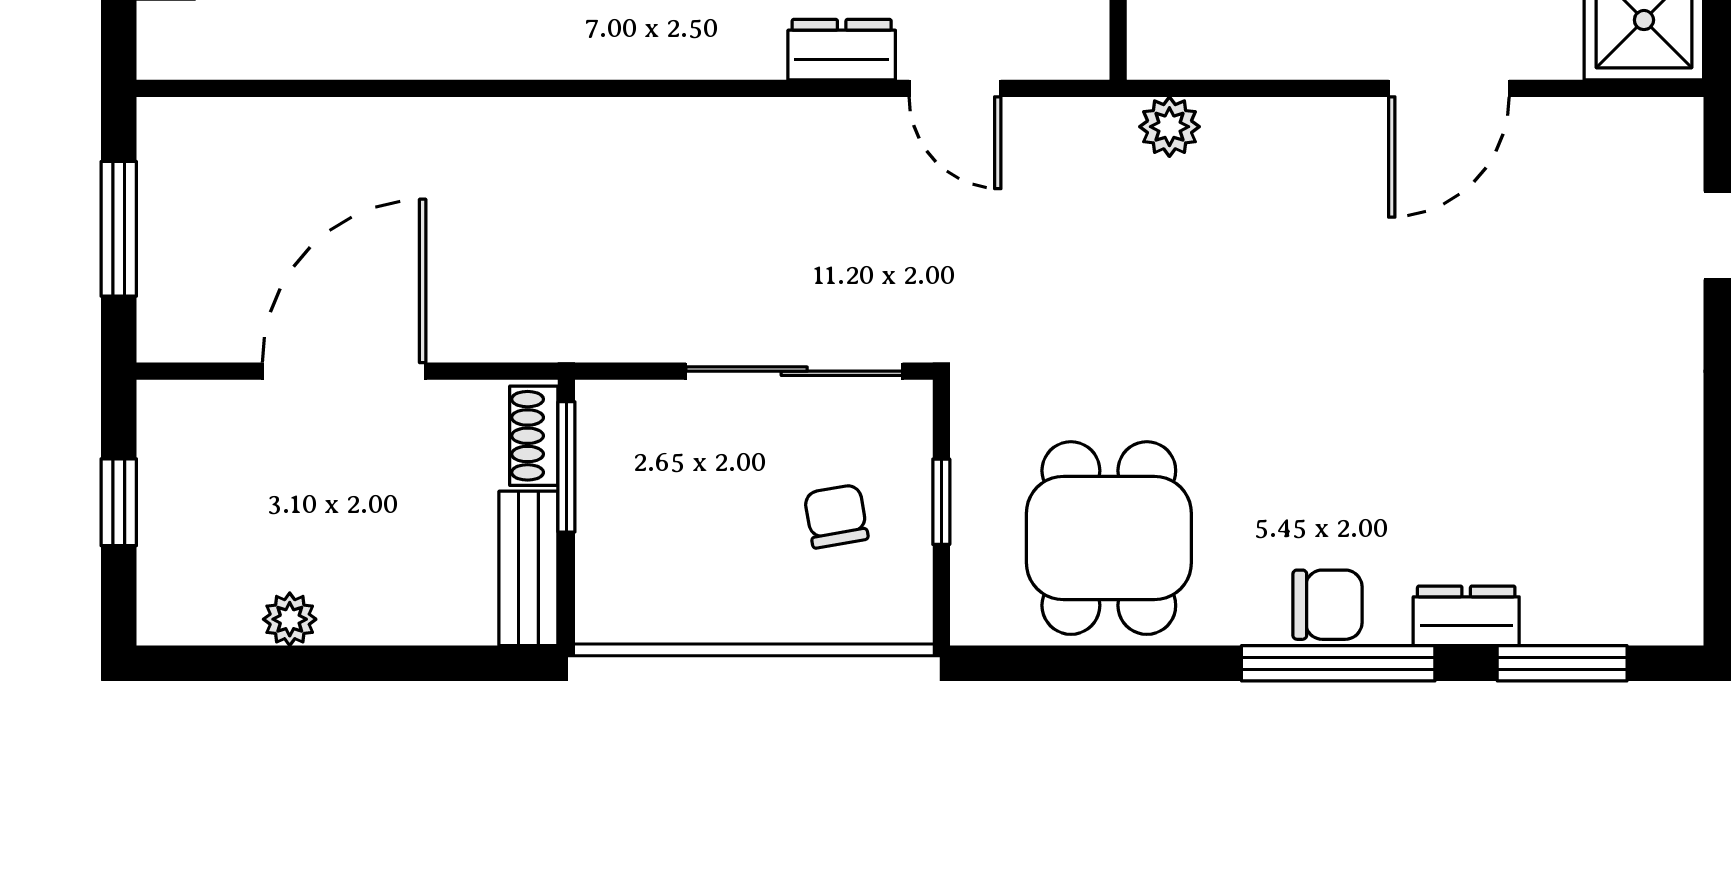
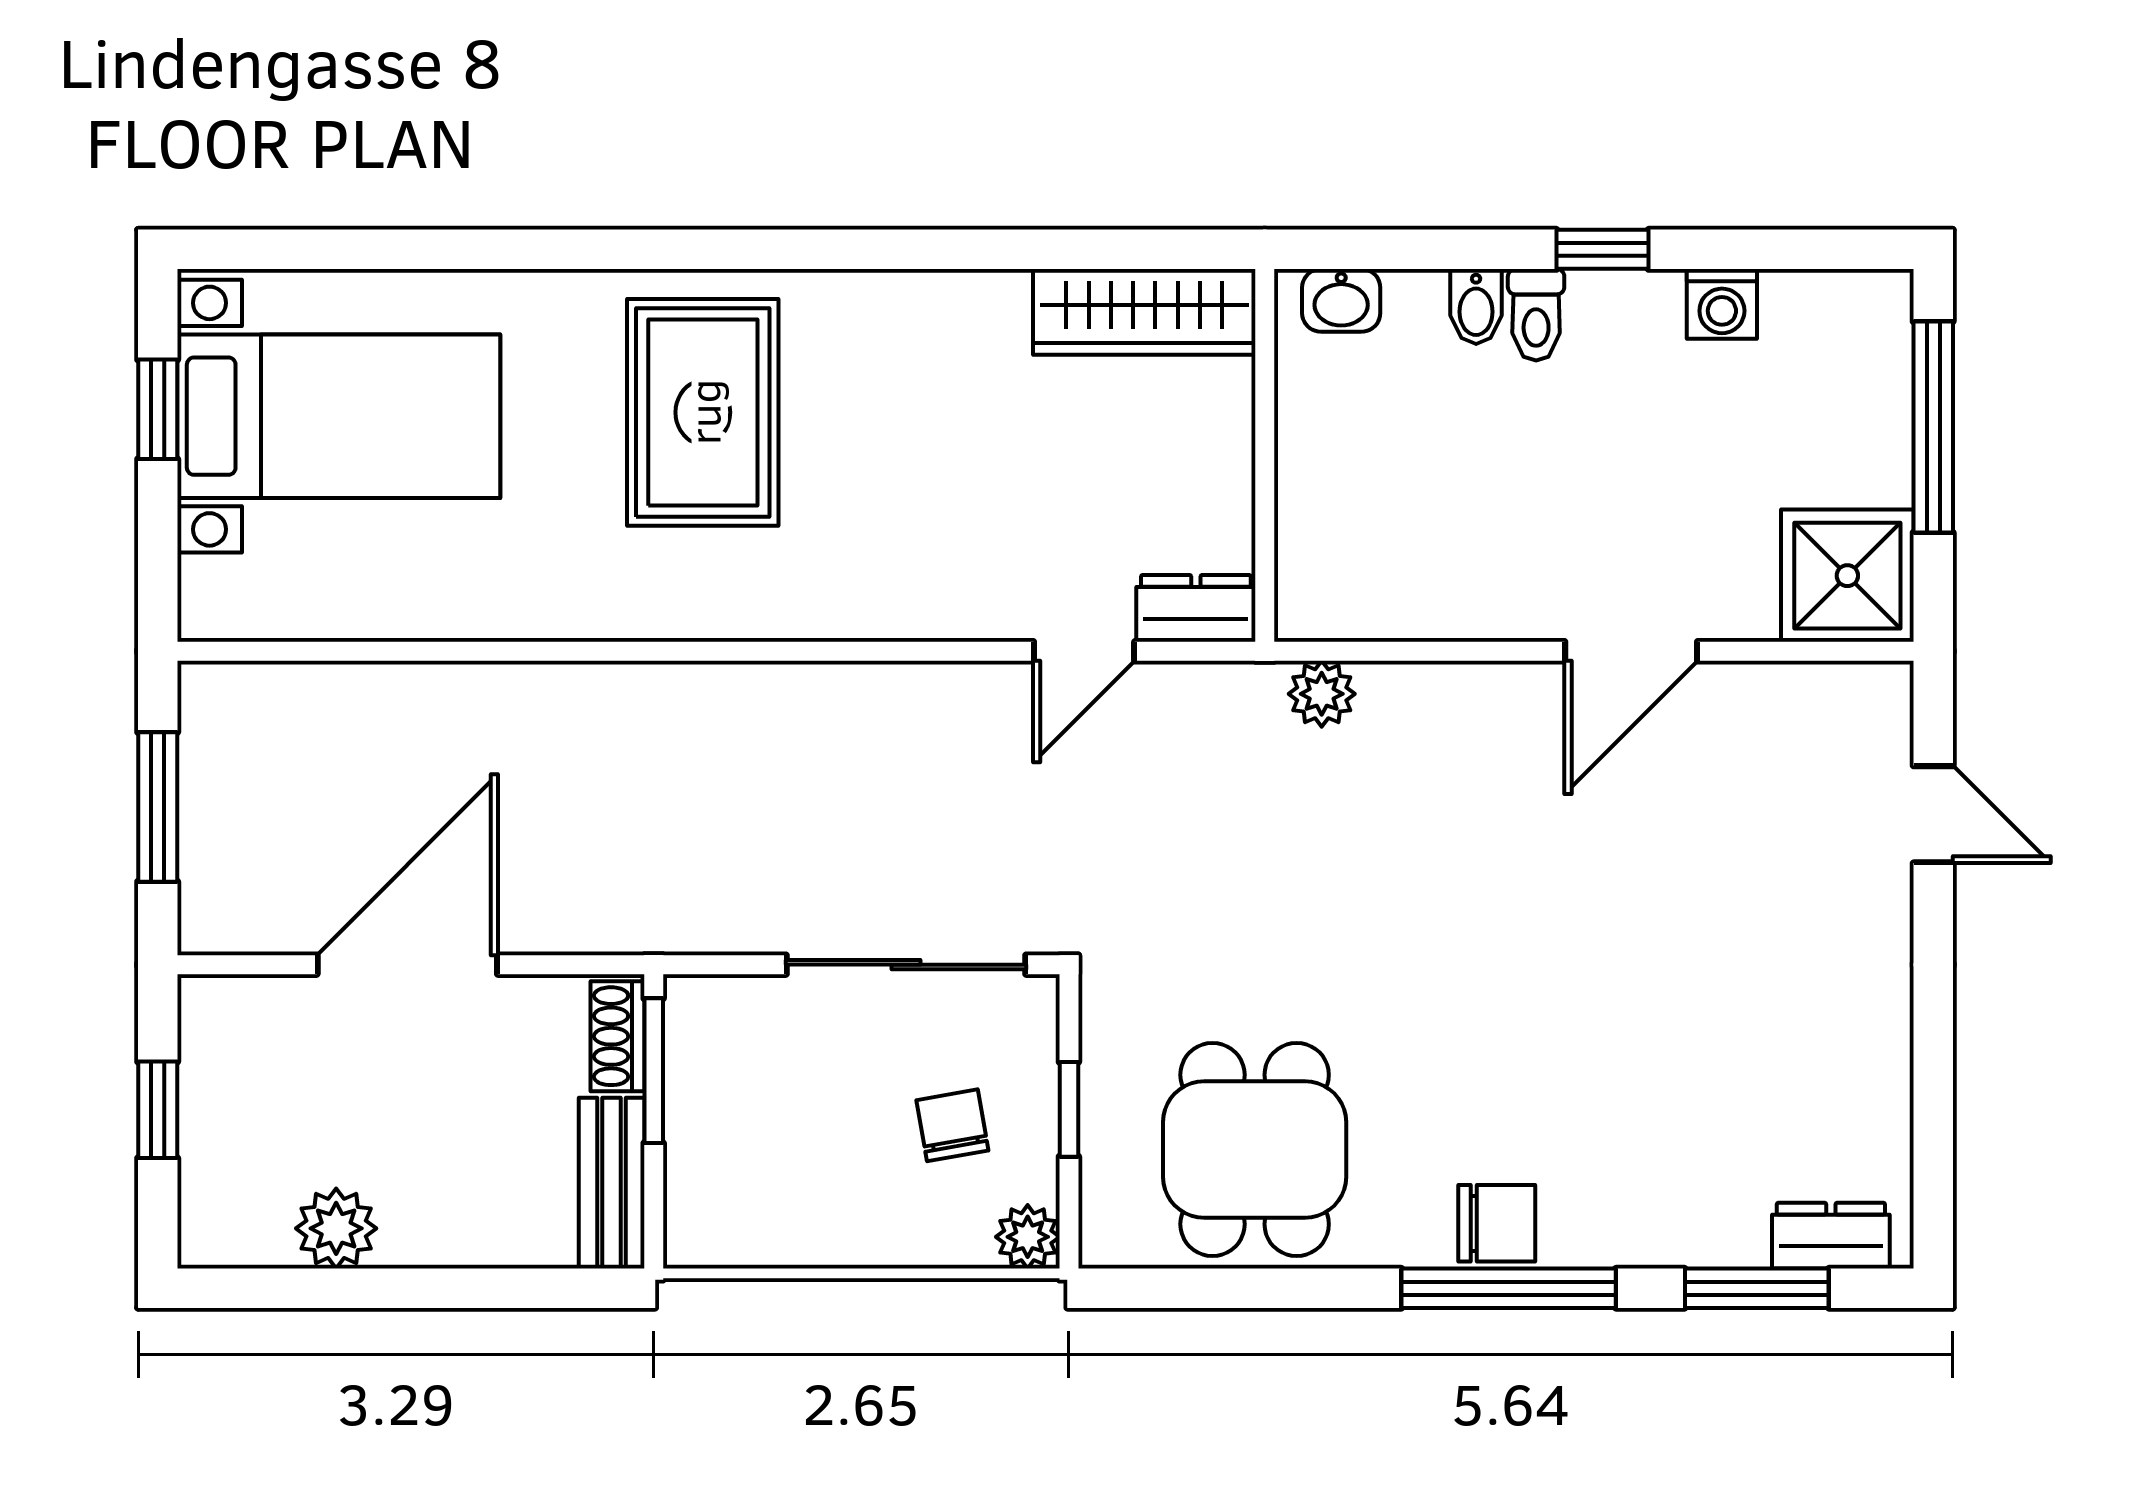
dresser: (842, 50) -> (1196, 608), moved
door: (955, 88) -> (1084, 651), hinge flipped
dresser: (1466, 616) -> (1831, 1236), moved
plant: (904, 617) -> (1028, 1237), added
plant: (290, 619) -> (336, 1228), width x1.38, depth x1.38

